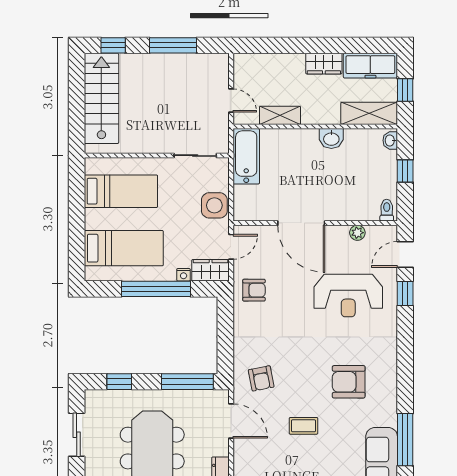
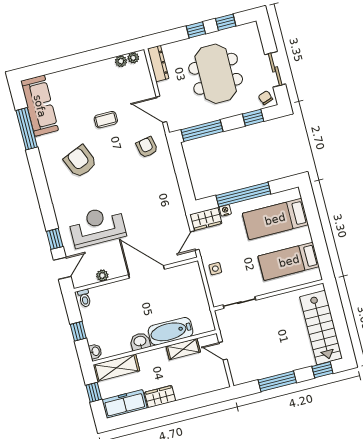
bathtub: (246, 156) -> (171, 331), moved, turned 90
side table: (214, 205) -> (215, 269), width x0.54, depth x0.54
armchair: (254, 290) -> (169, 212), removed
armchair: (349, 382) -> (80, 161), turned -113
chair: (98, 402) -> (265, 98), added

